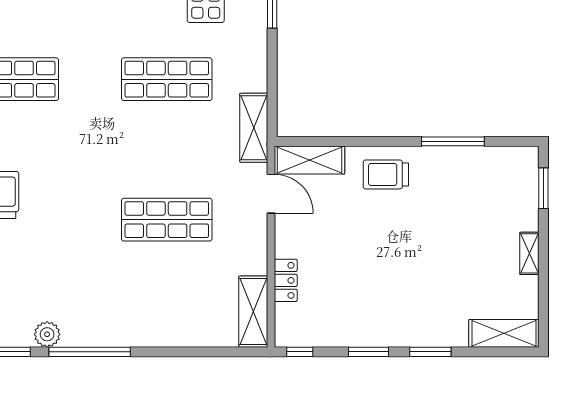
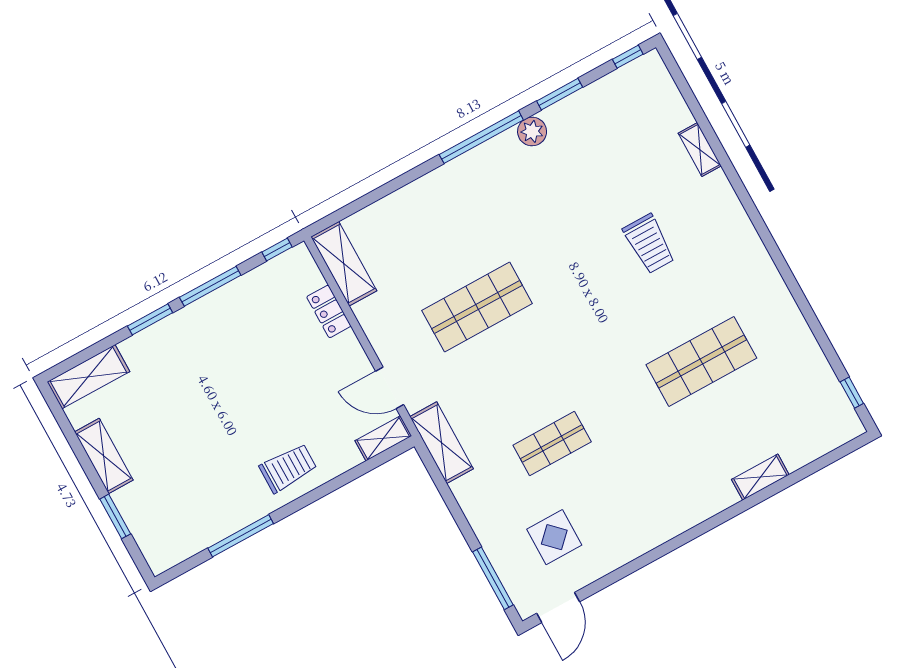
shop shelf: (167, 79) -> (552, 444), width x0.70, depth x0.74
shelving: (309, 160) -> (383, 438), width x0.67, depth x0.75
window: (543, 188) -> (115, 516), moved
shelving: (529, 253) -> (104, 456), width x1.50, depth x1.33
window: (368, 352) -> (210, 286), width x1.44

